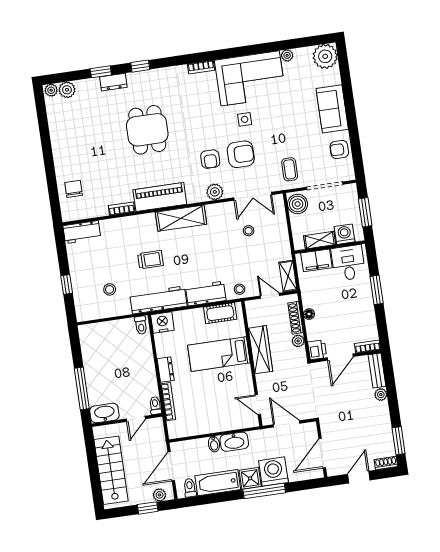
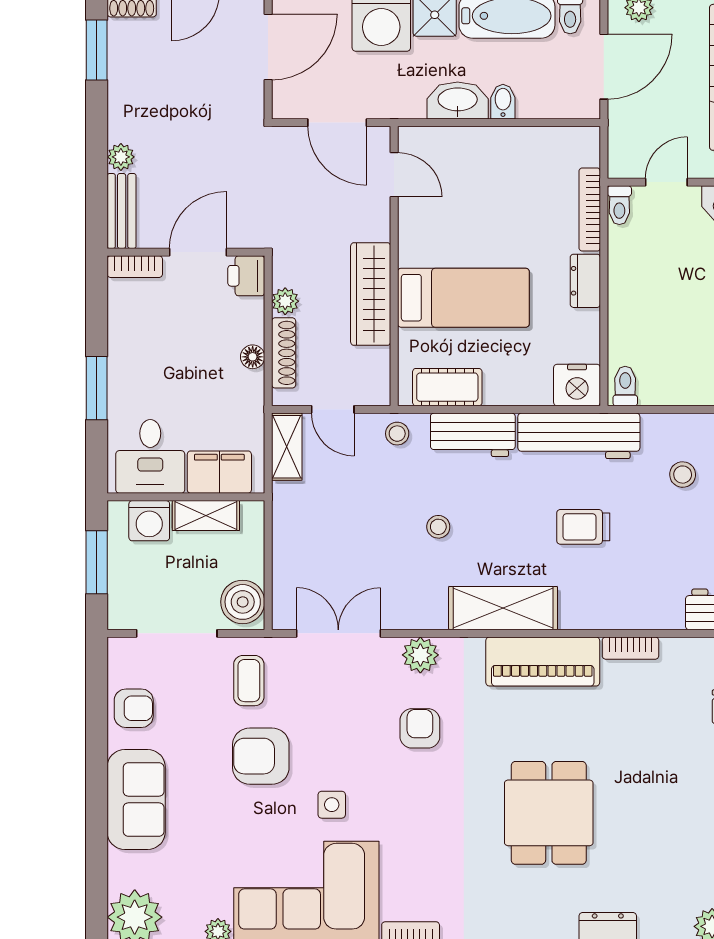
armchair: (241, 154) -> (261, 756), moved
stool: (249, 231) -> (438, 527), moved

